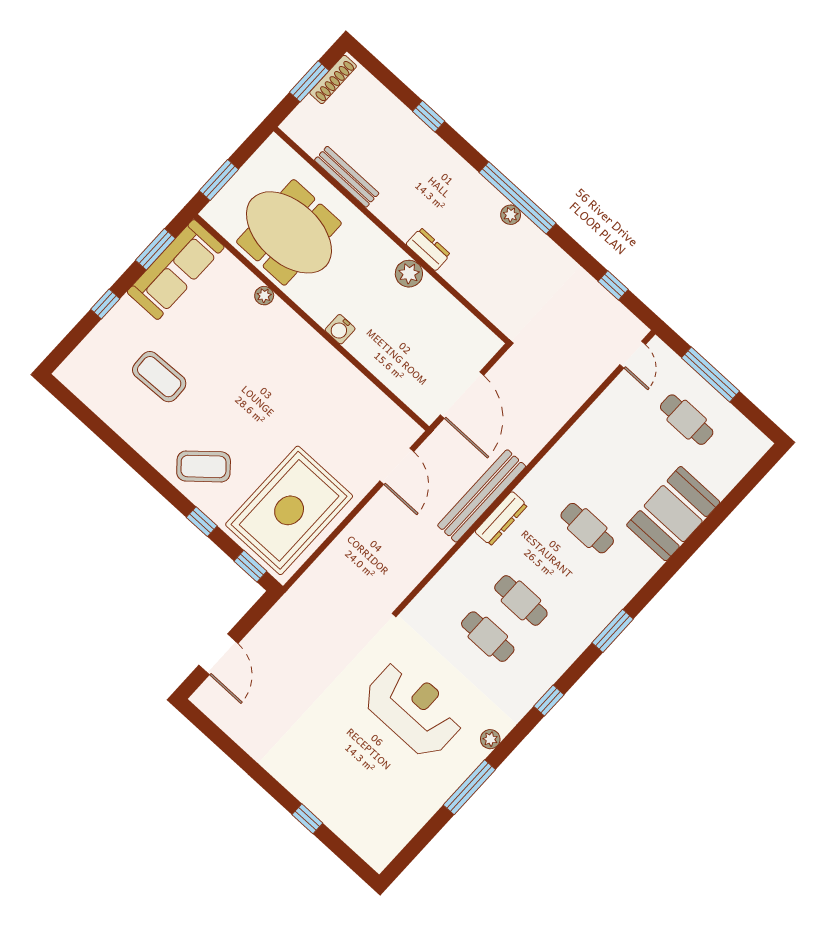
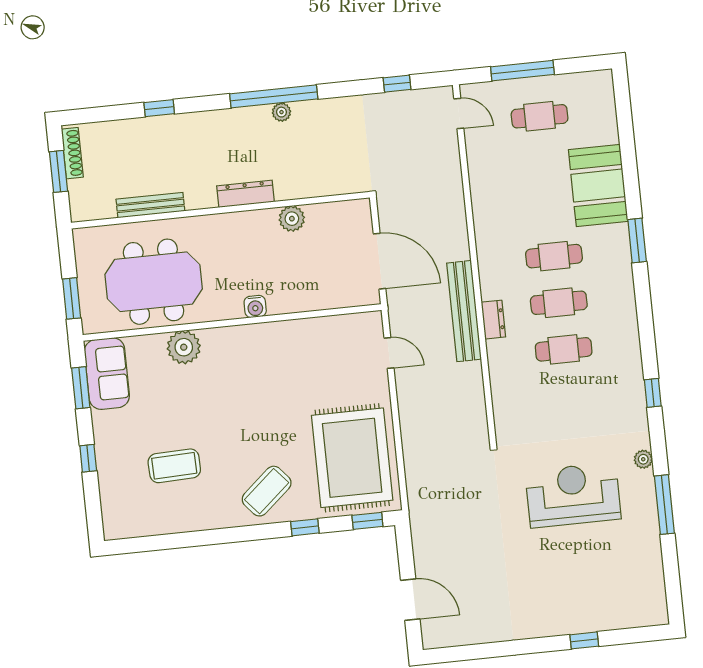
dresser: (428, 249) -> (245, 194), width x1.44
sofa: (176, 270) -> (107, 374), width x0.73
plant: (409, 274) -> (292, 219), moved
plant: (264, 296) -> (184, 347), width x1.87, depth x1.87
door: (397, 466) -> (389, 353), width x0.73
dresser: (501, 519) -> (493, 320), width x0.70
window: (613, 631) -> (637, 241), moved
cafe table: (488, 637) -> (559, 303), moved

